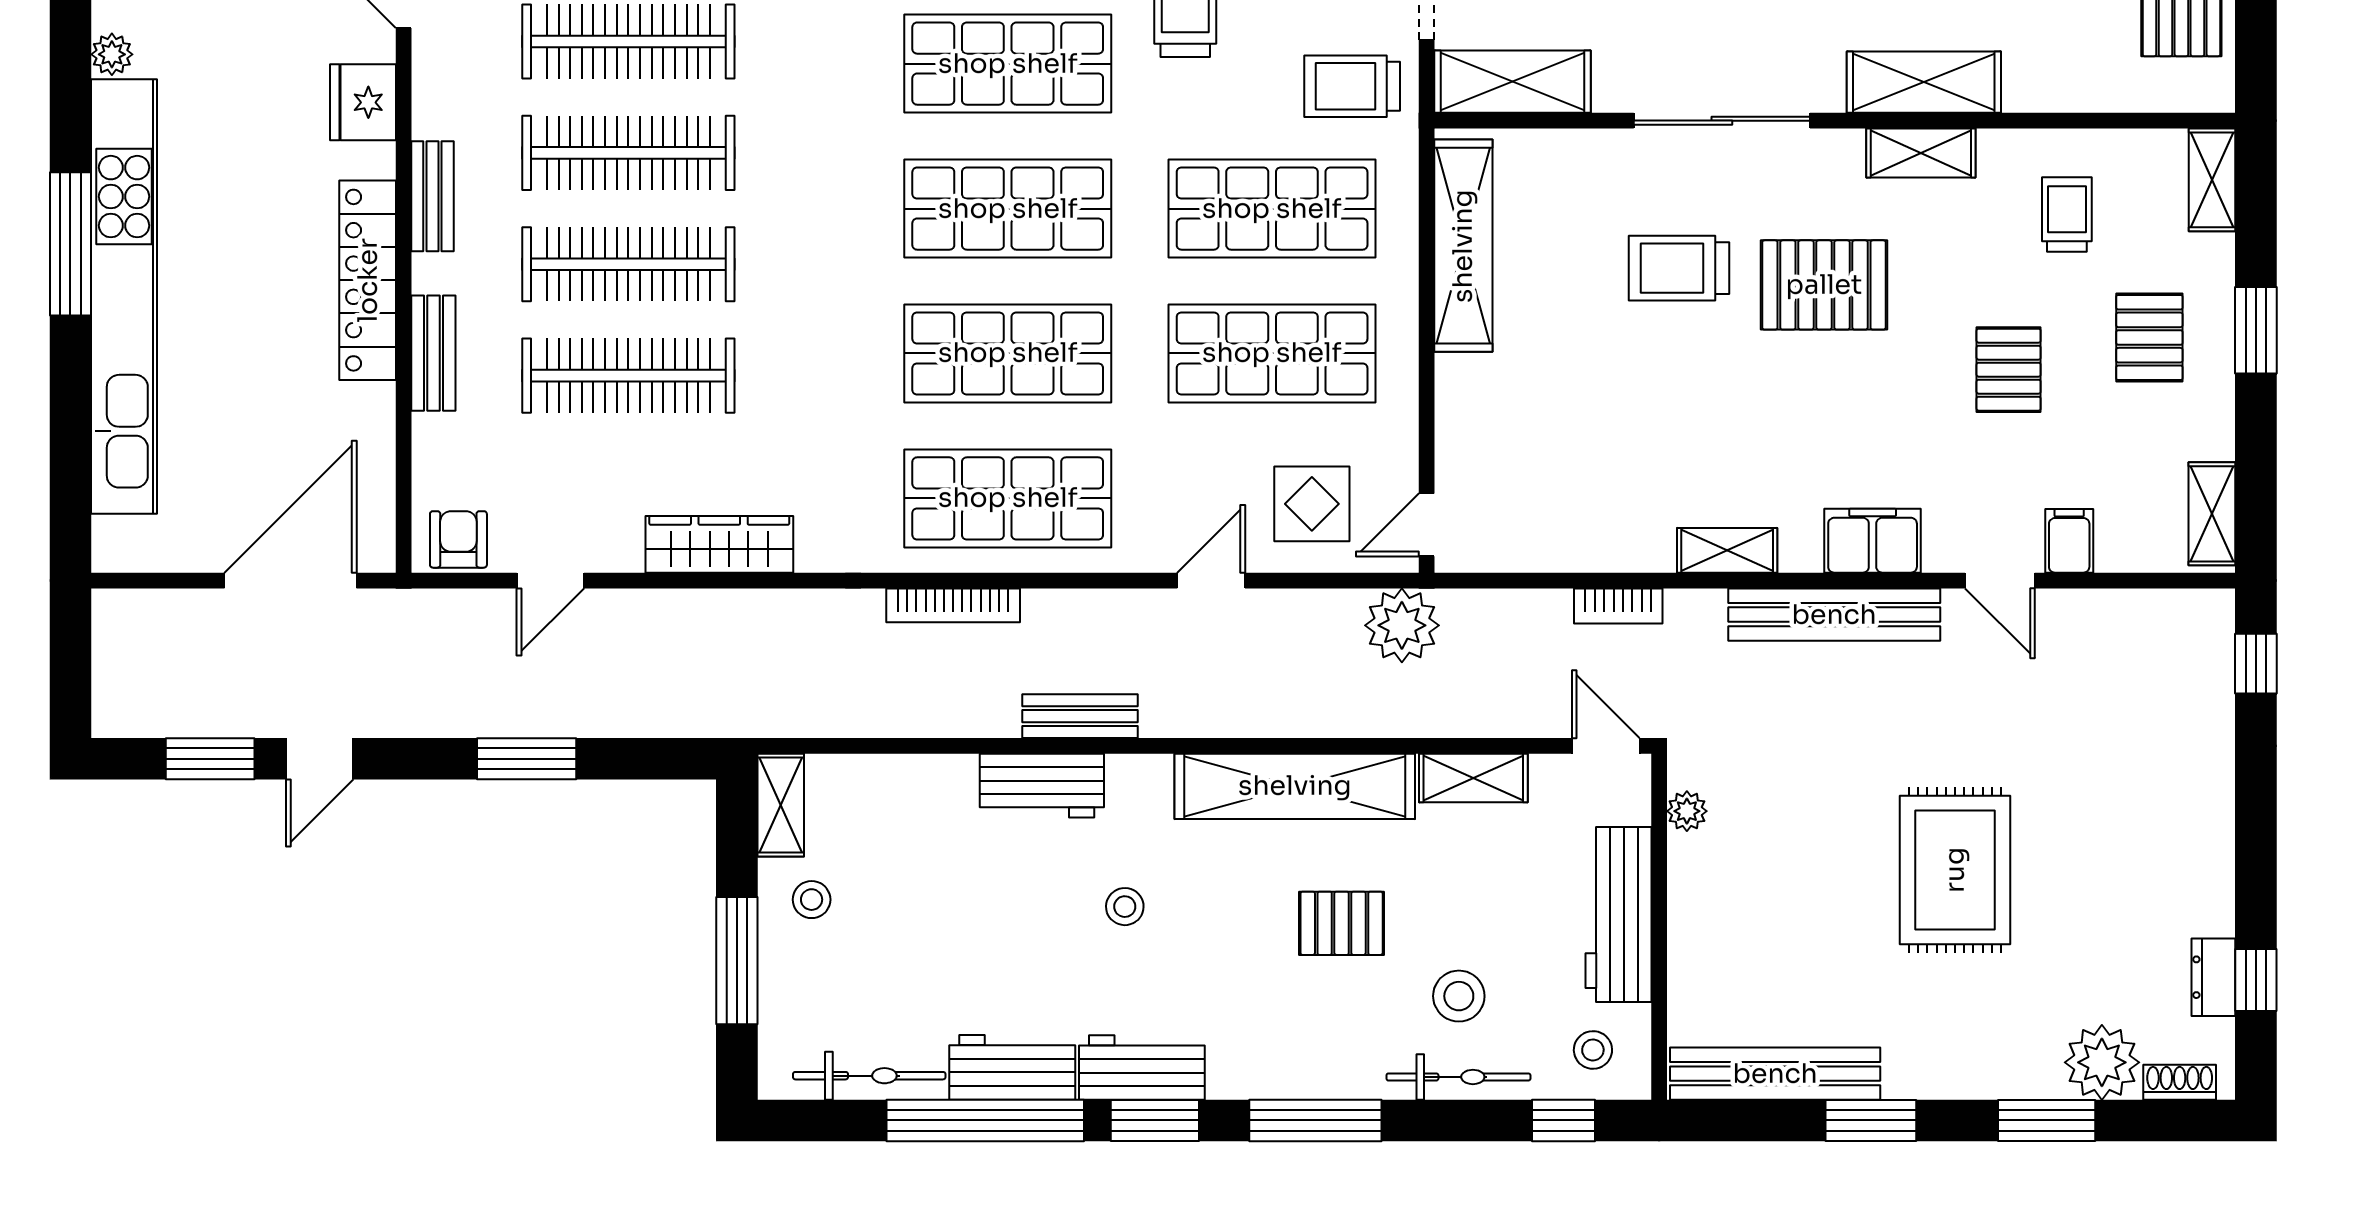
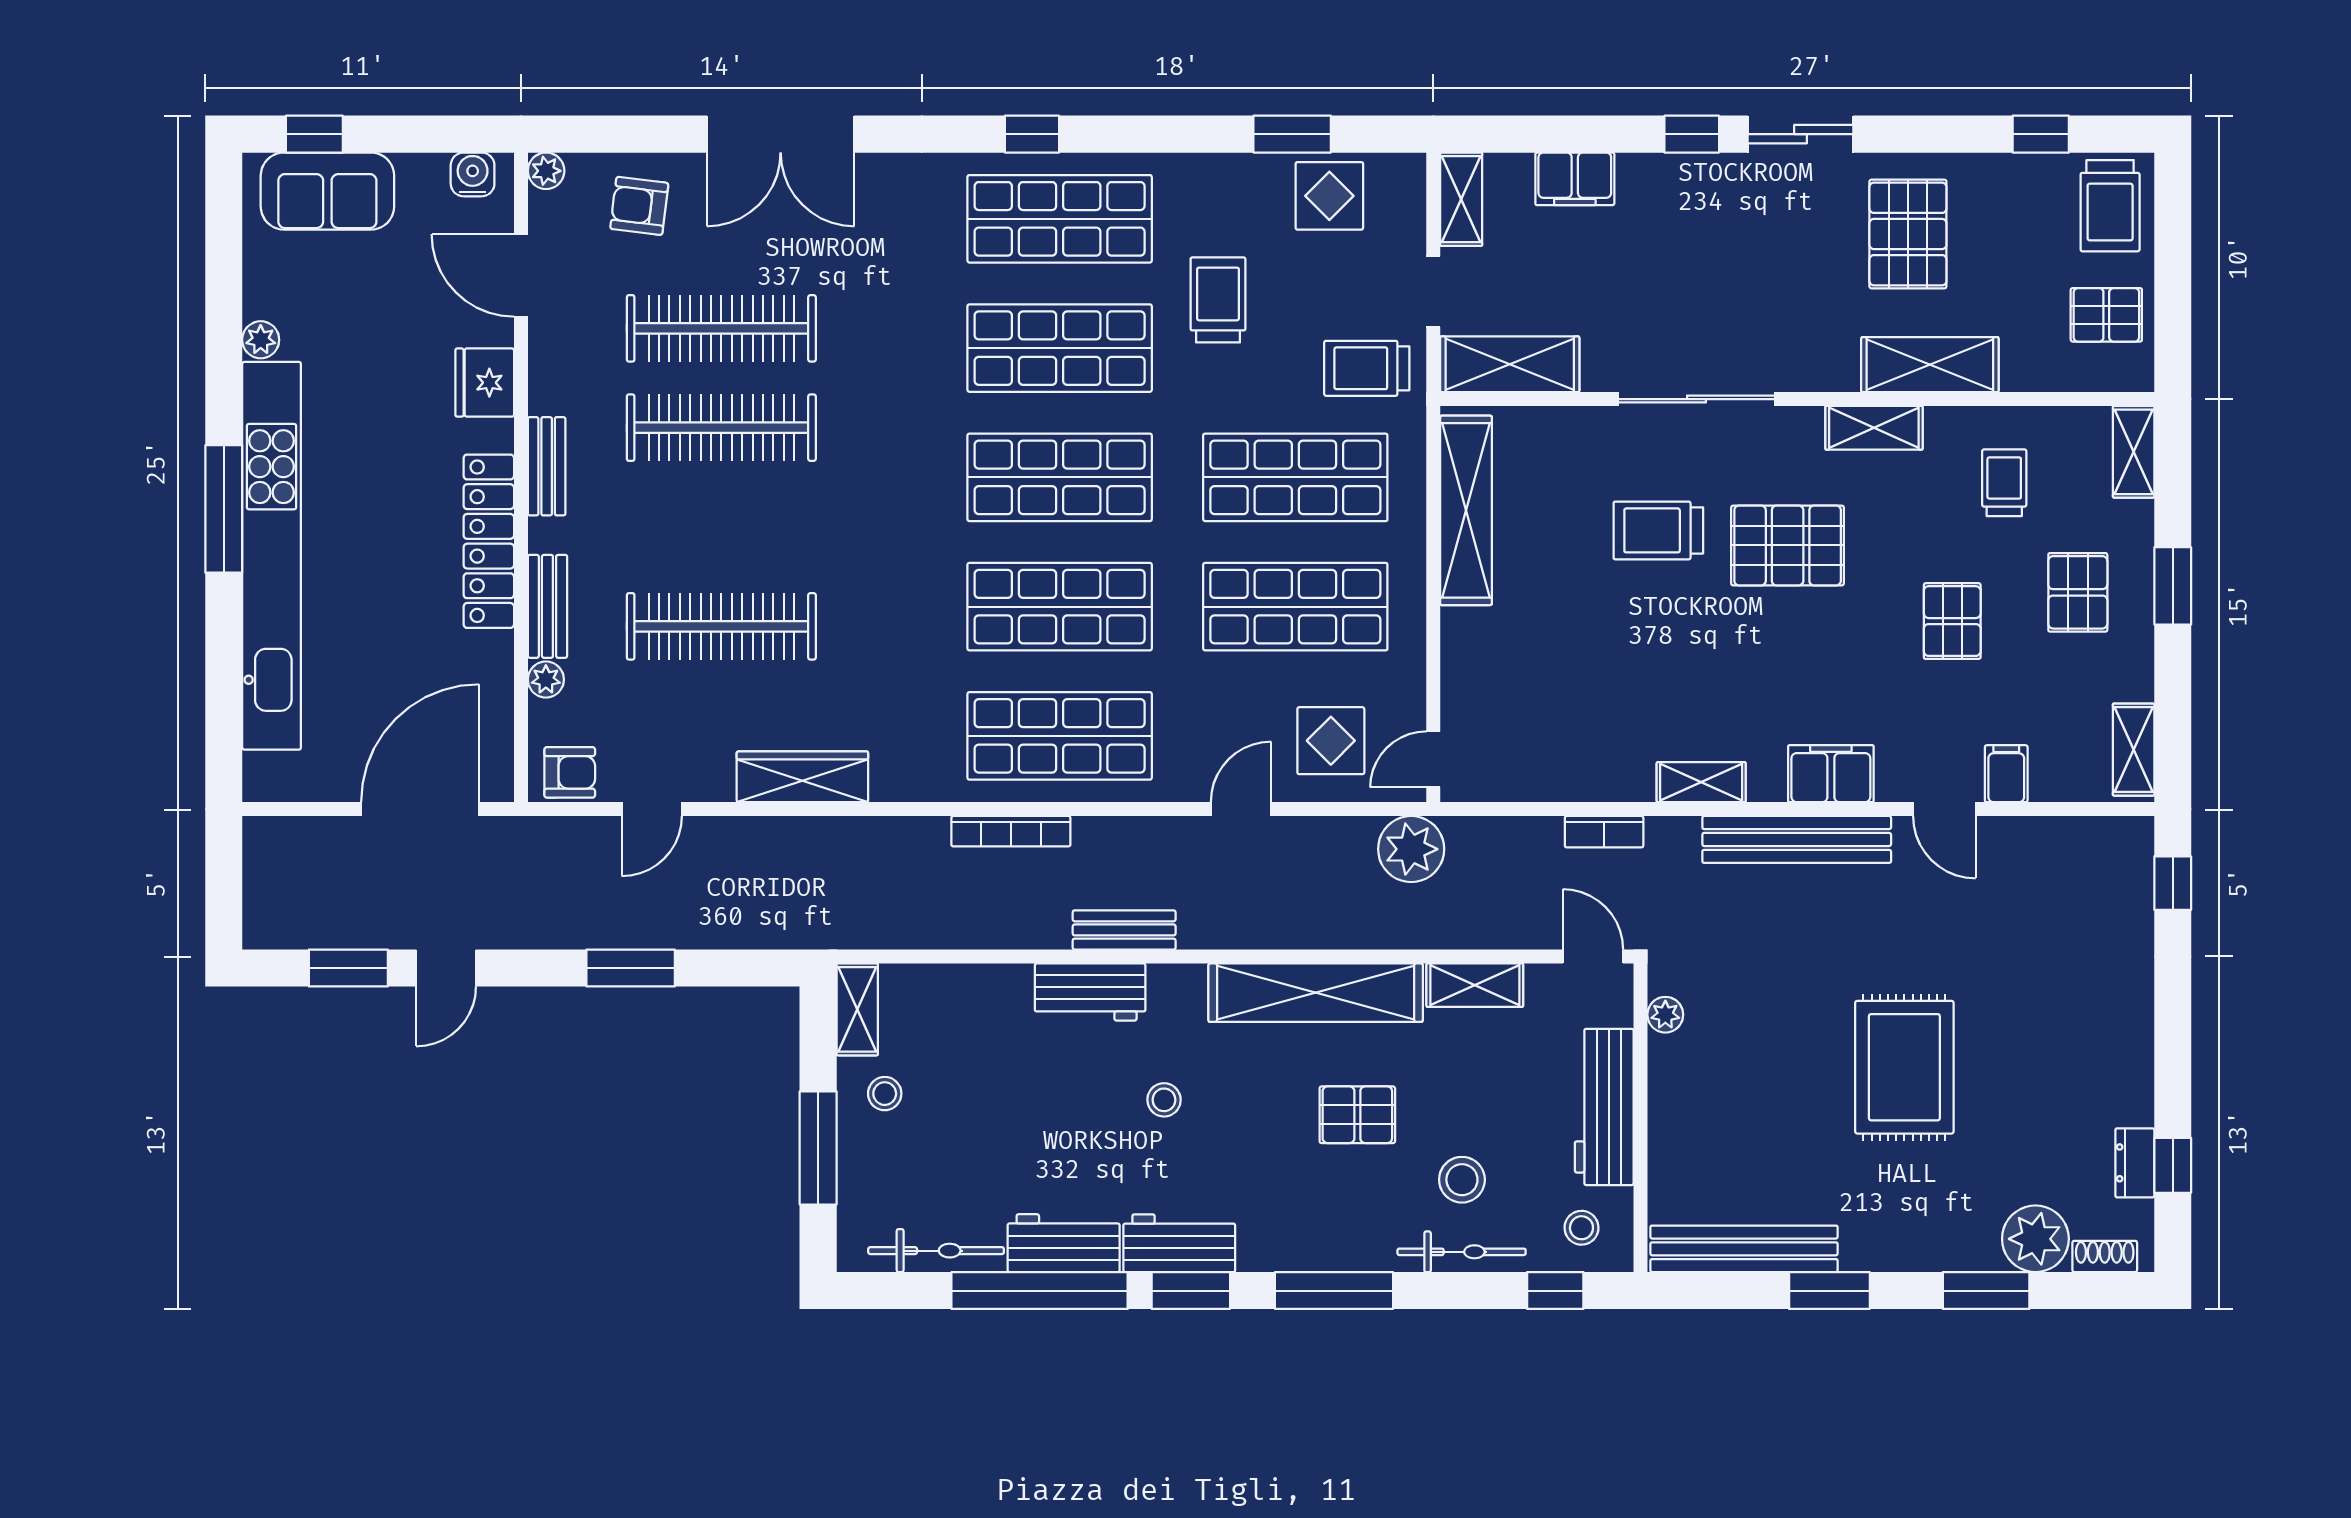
shelving: (1924, 82) -> (1930, 365), moved
clothes rail: (628, 264) -> (721, 527), removed
plant: (432, 435) -> (546, 680), added
armchair: (458, 539) -> (570, 772), turned 90

